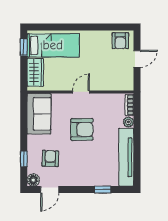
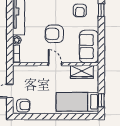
armchair: (120, 41) -> (23, 106), turned 90
wardrobe: (35, 72) -> (82, 72), moved, turned -90
door: (81, 92) -> (55, 64), swing flipped

